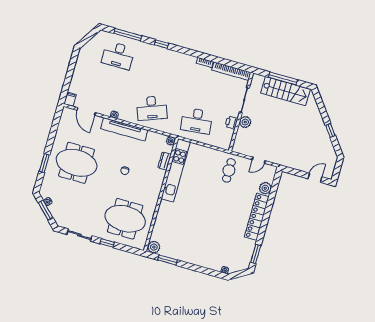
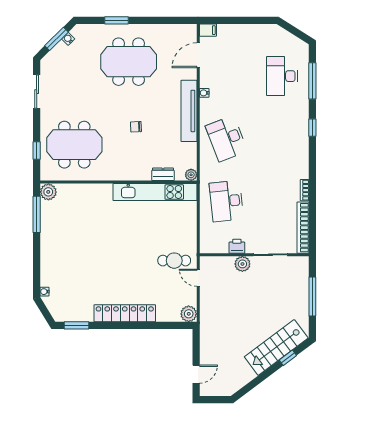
stairs: (286, 91) -> (276, 347), moved, turned 53
window: (330, 130) -> (288, 358), moved
door: (259, 160) -> (198, 278), moved
meeting table: (77, 163) -> (129, 62), turned 90
door: (315, 178) -> (196, 374), hinge flipped
plant: (265, 188) -> (189, 314), moved
meeting table: (125, 219) -> (74, 145), turned 90
window: (107, 243) -> (37, 151), moved
window: (168, 260) -> (37, 214), width x1.44

